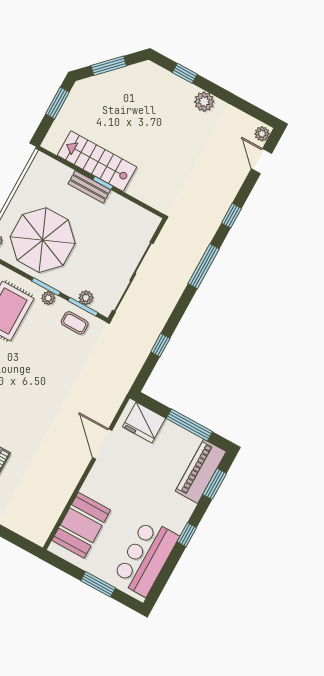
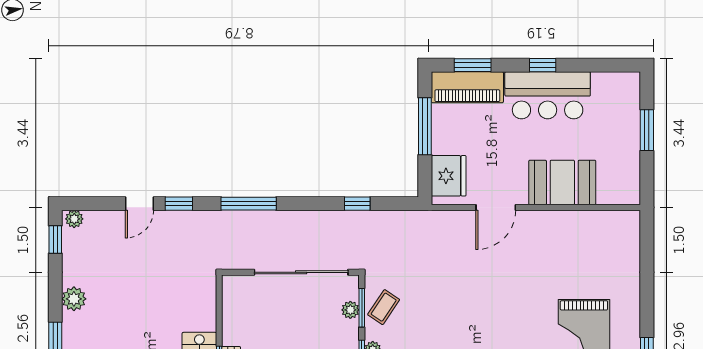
window: (255, 112) -> (55, 239), added
door: (261, 161) -> (139, 204), moved
coffee table: (75, 323) -> (384, 307), turned 34
booth: (81, 525) -> (562, 182), moved
bar counter: (146, 557) -> (548, 95), moved

